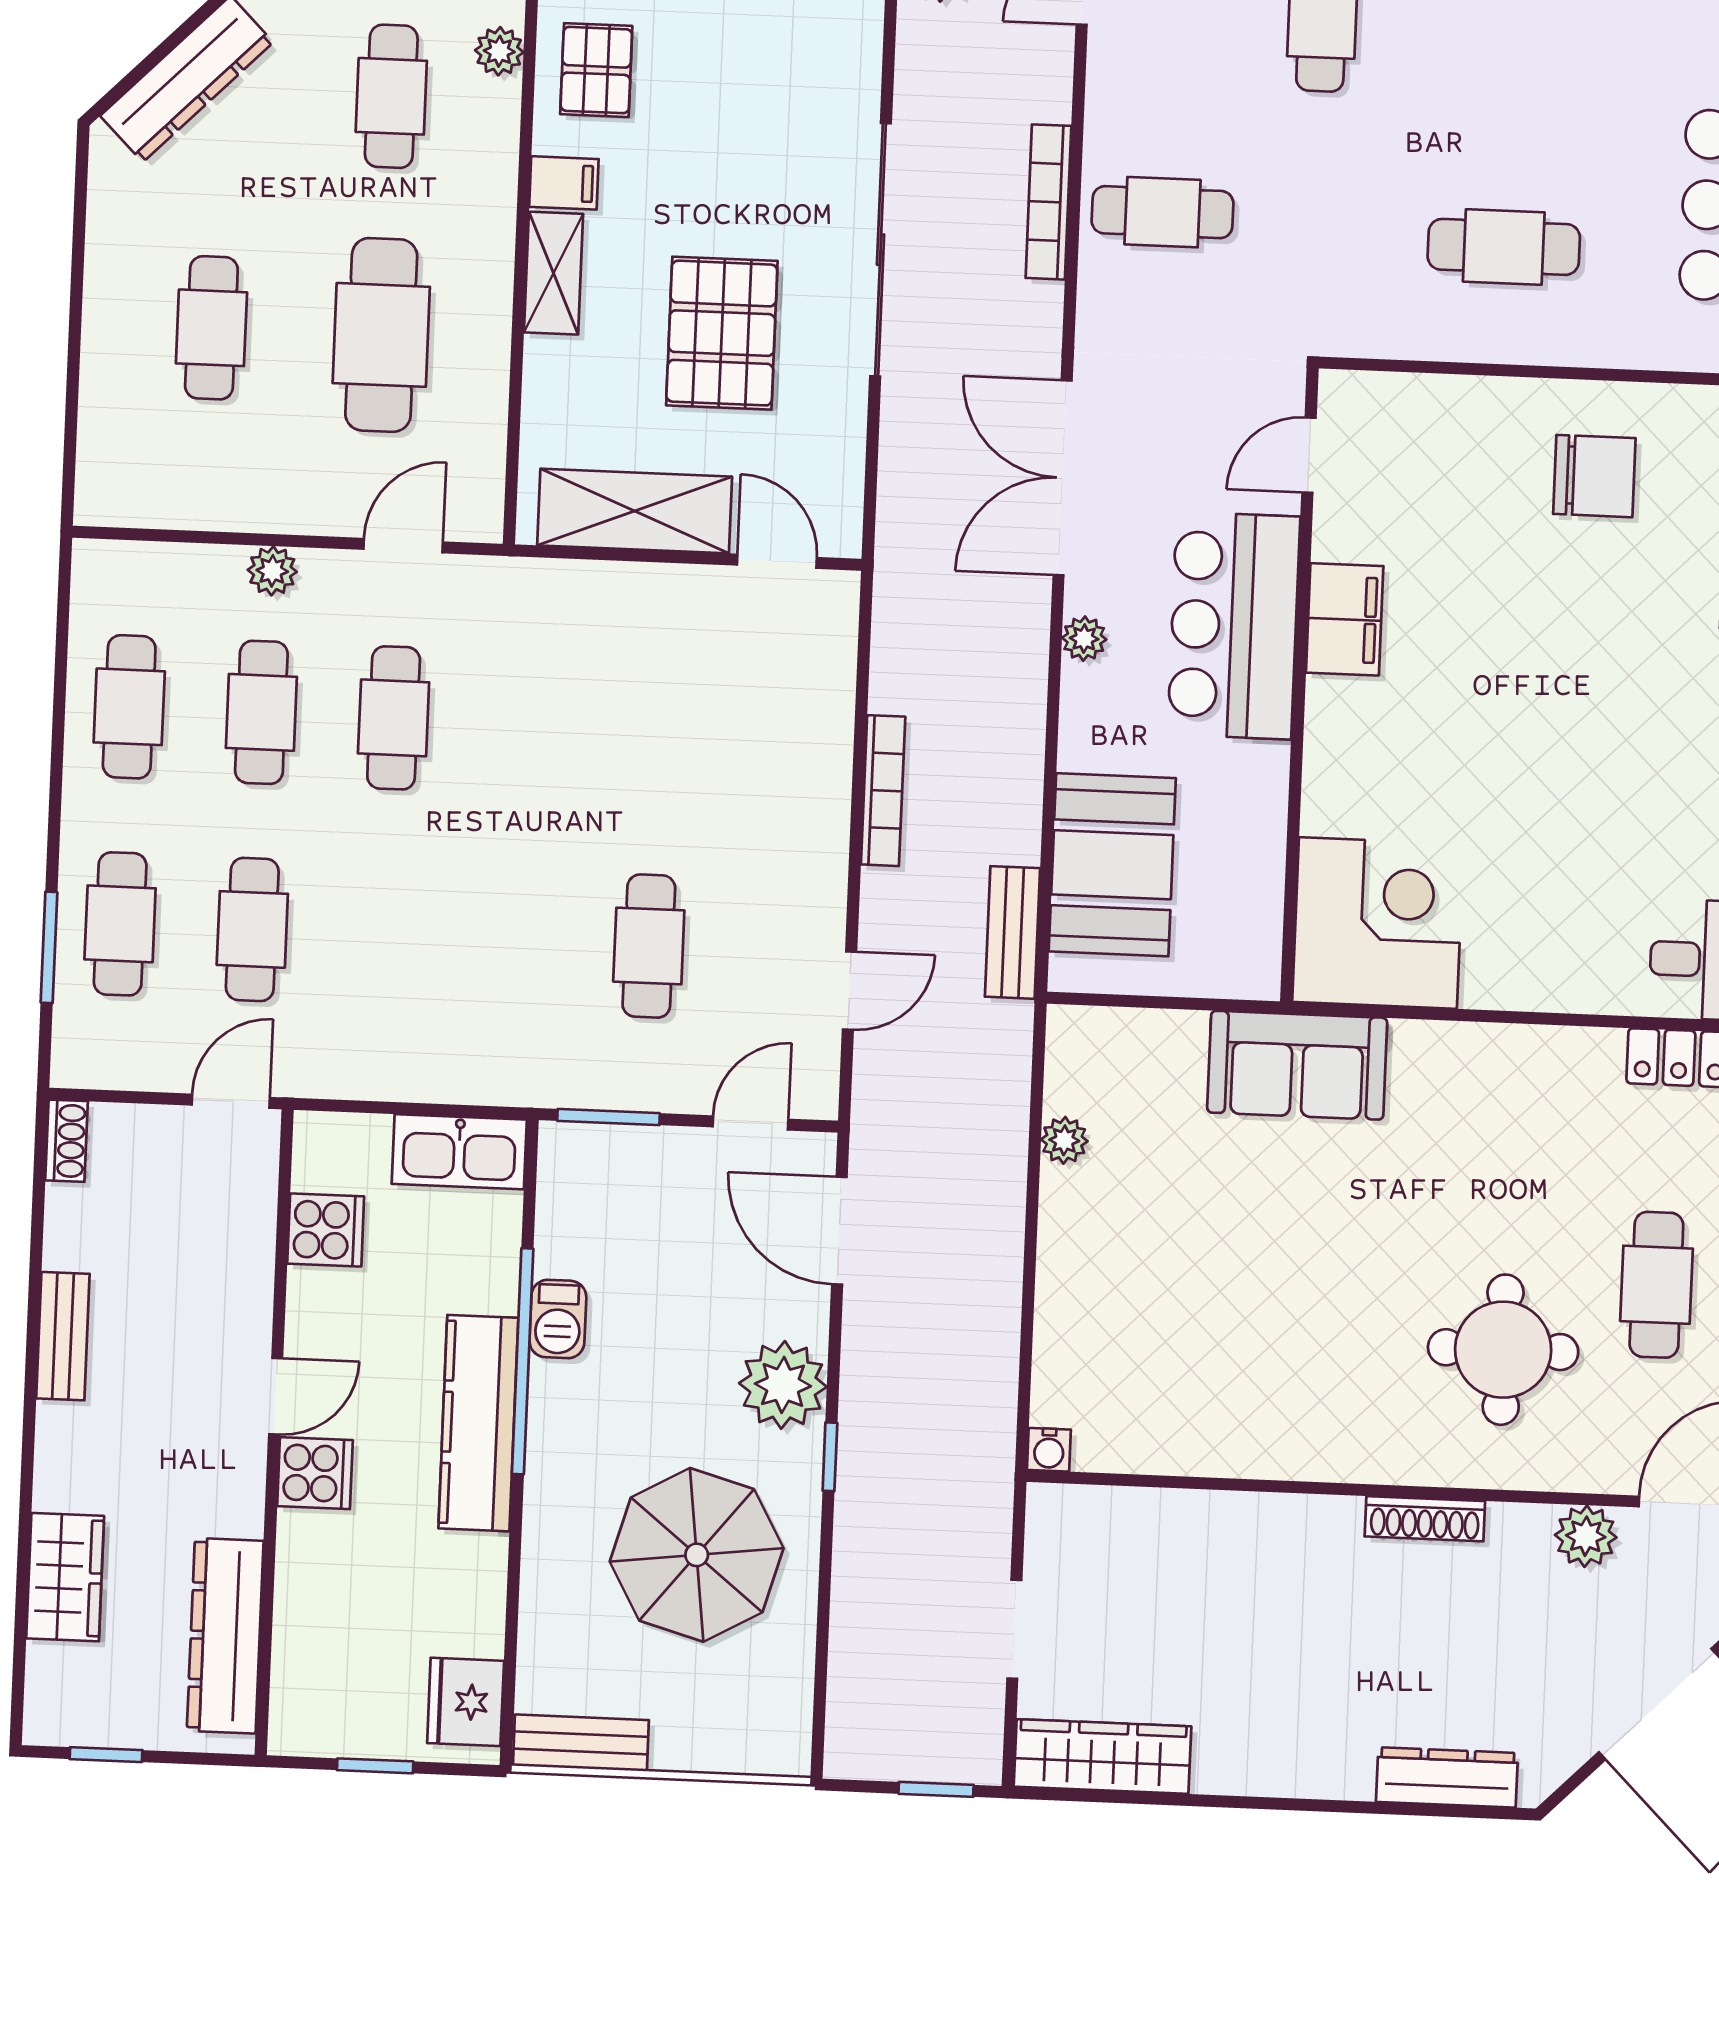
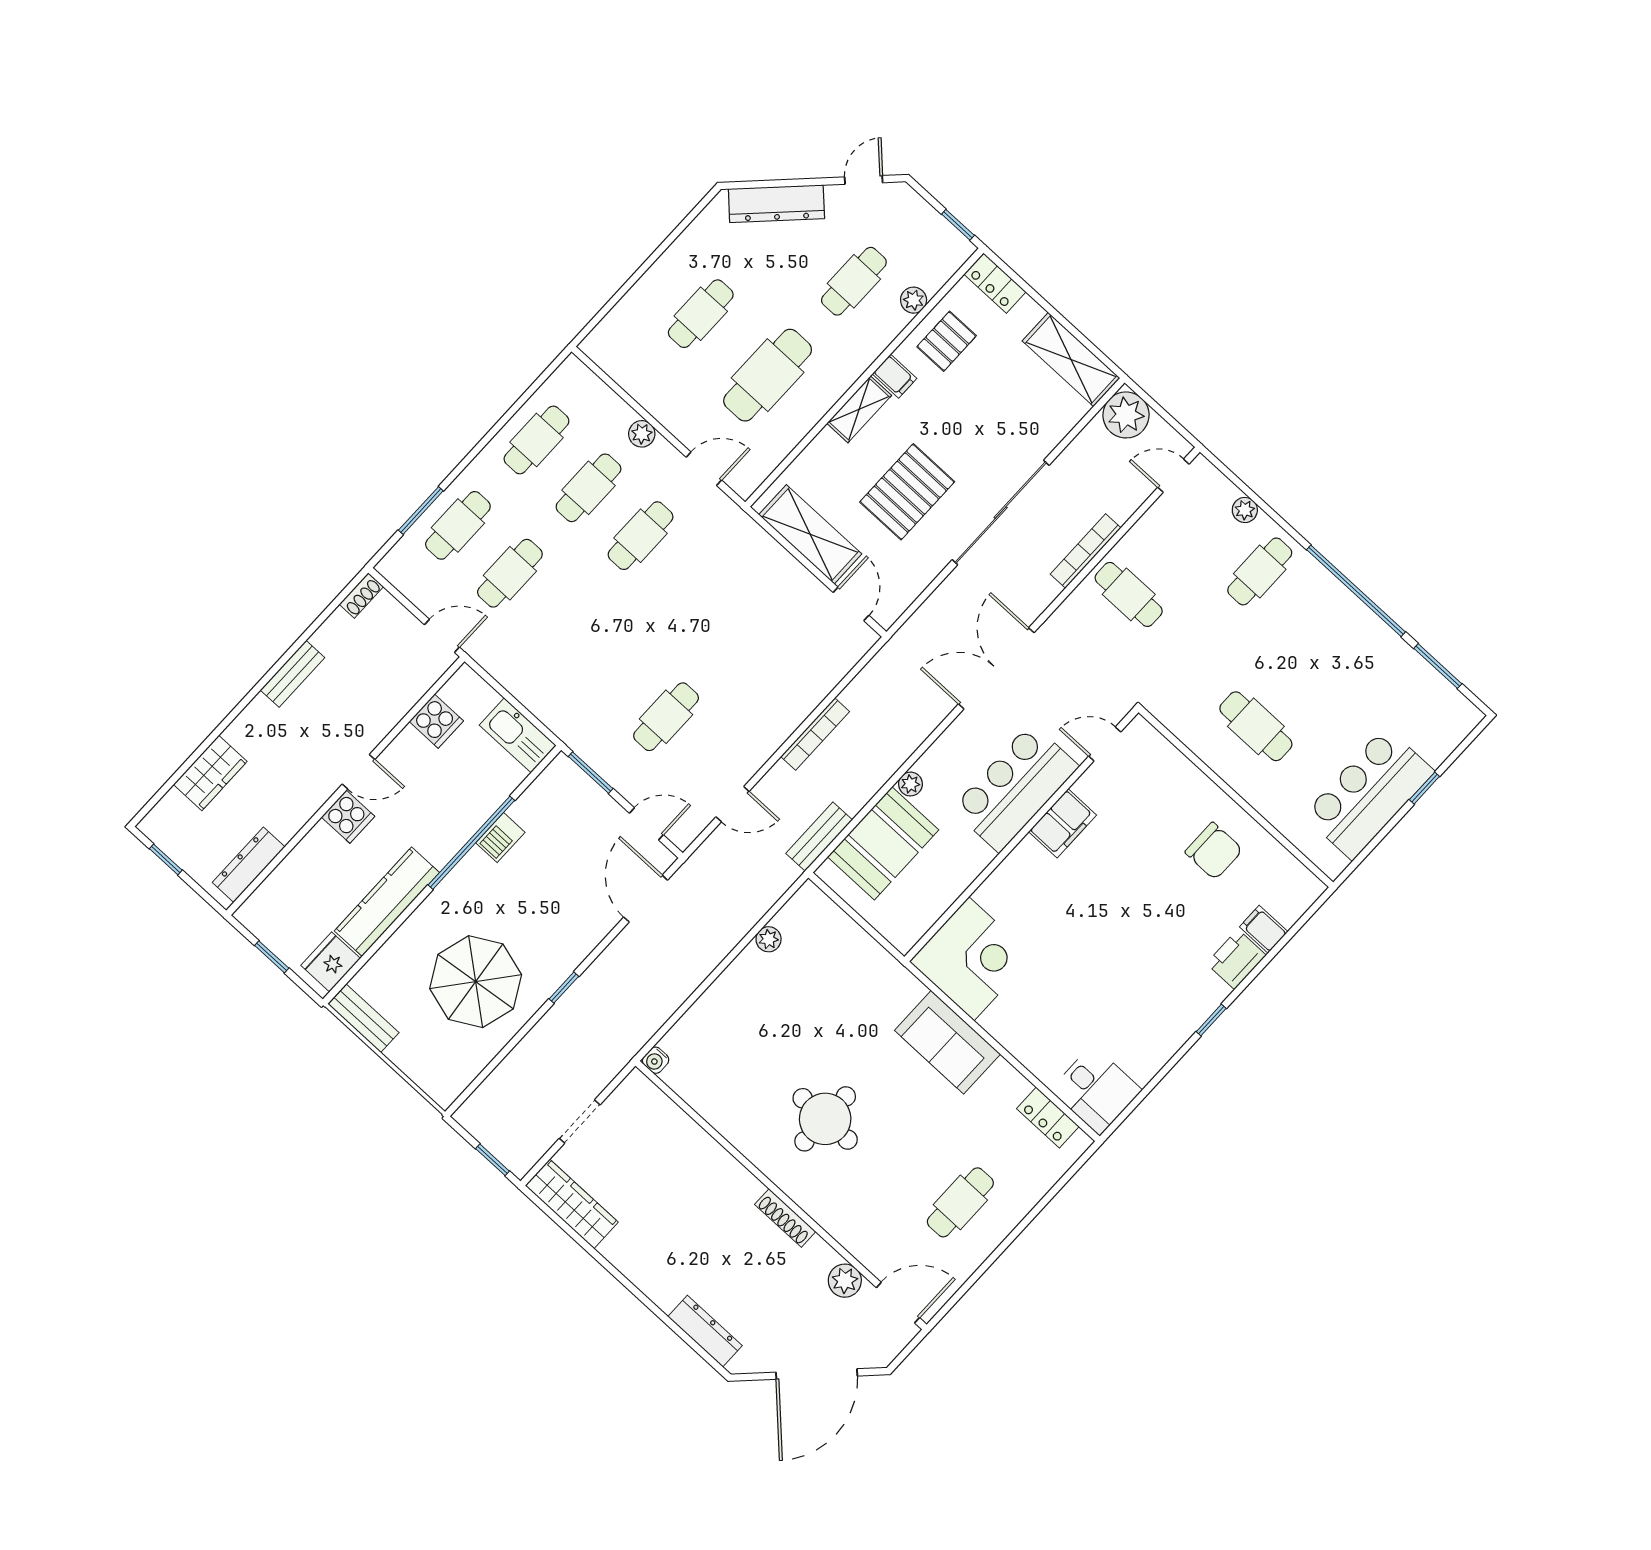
plant: (1084, 639) -> (910, 784), moved
sofa: (1297, 1065) -> (947, 1042), moved
round table: (1503, 1350) -> (825, 1119), moved
plant: (783, 1385) -> (569, 942), removed
kitchen counter: (478, 1423) -> (387, 902), moved
dresser: (225, 1636) -> (249, 865), width x0.73, depth x0.80

